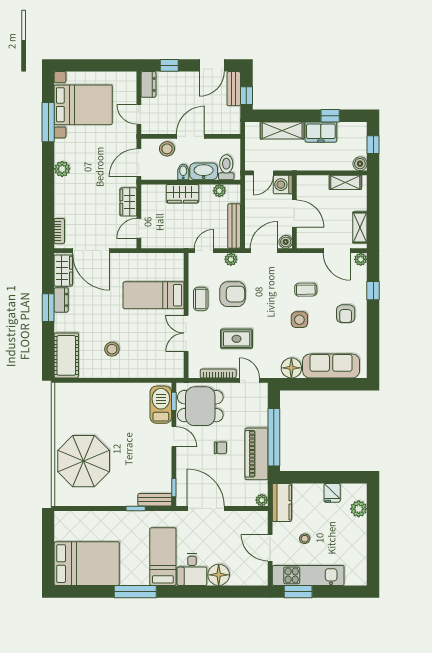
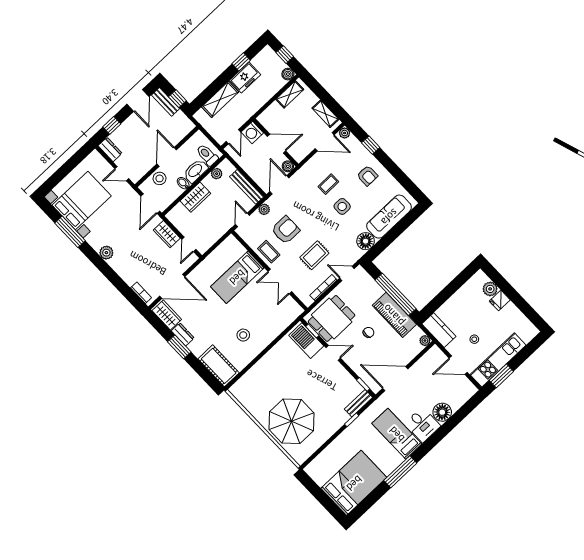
fridge: (332, 493) -> (500, 300), moved, turned 90

